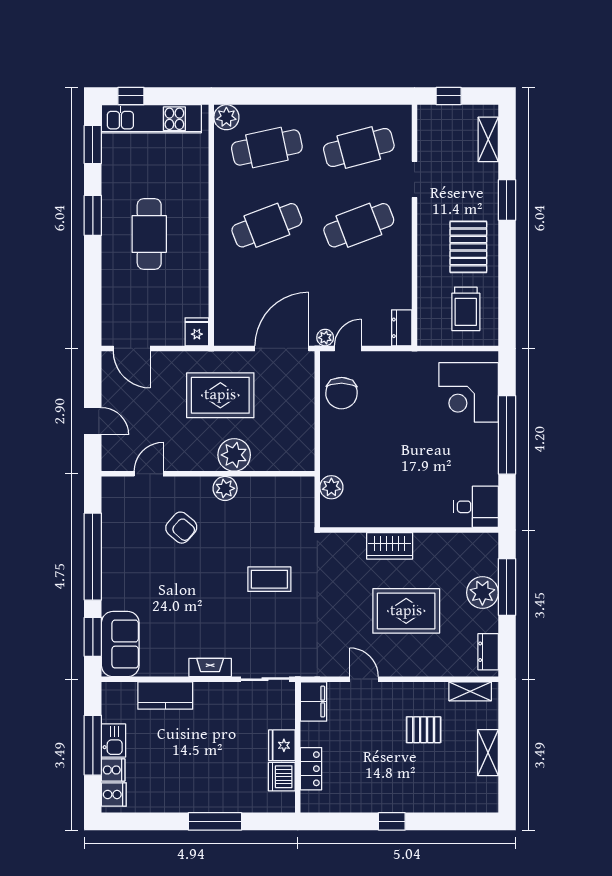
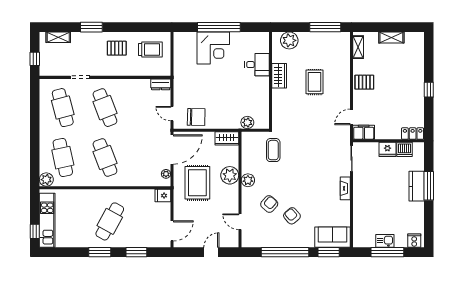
window: (93, 144) -> (136, 252), moved
cafe table: (149, 234) -> (110, 221), turned -61
pallet: (468, 247) -> (117, 48), width x0.67, depth x0.71
plant: (325, 338) -> (166, 174), moved
door: (282, 348) -> (172, 149), swing flipped
corner desk: (469, 392) -> (213, 48), moved
wardrobe: (302, 450) -> (227, 138), added
desk: (476, 507) -> (257, 65), moved, turned 90
wardrobe: (390, 546) -> (279, 76), moved
armchair: (160, 570) -> (292, 216), added
coffee table: (269, 579) -> (273, 150), moved
window: (507, 587) -> (325, 27), moved
plant: (482, 593) -> (289, 40), moved
rug: (406, 611) -> (314, 82), width x0.73, depth x0.70
dresser: (488, 652) -> (337, 37), removed
door: (364, 679) -> (352, 117), moved
kitchen counter: (165, 696) -> (417, 186), moved, turned 180
pallet: (424, 730) -> (364, 82), moved, turned 90
locker: (311, 769) -> (413, 134), moved
cooker: (113, 770) -> (401, 241), removed

